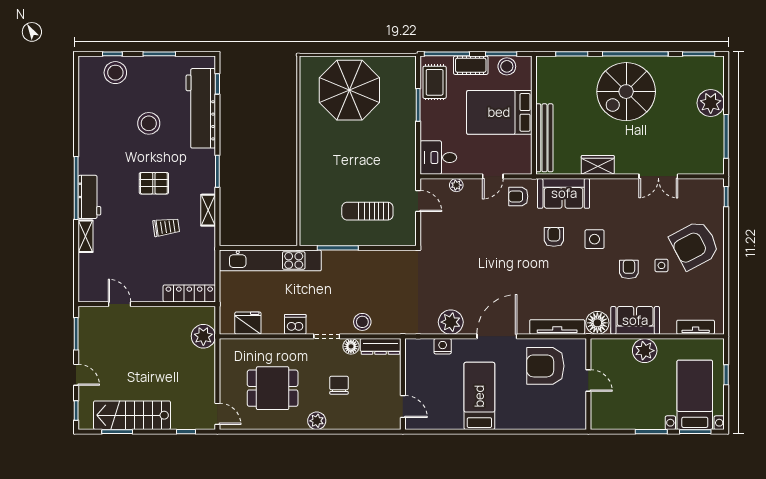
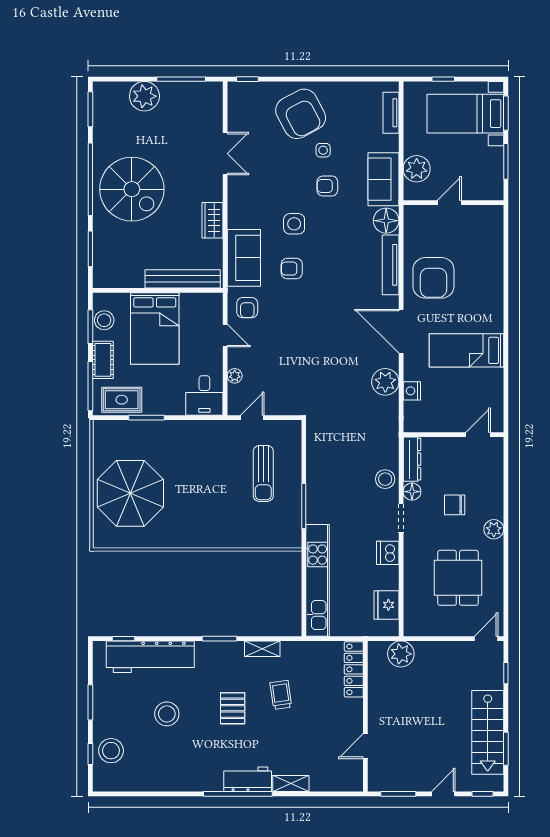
door: (588, 380) -> (449, 203), moved
wall: (588, 384) -> (453, 203), moved

